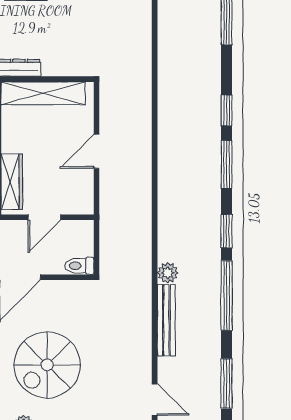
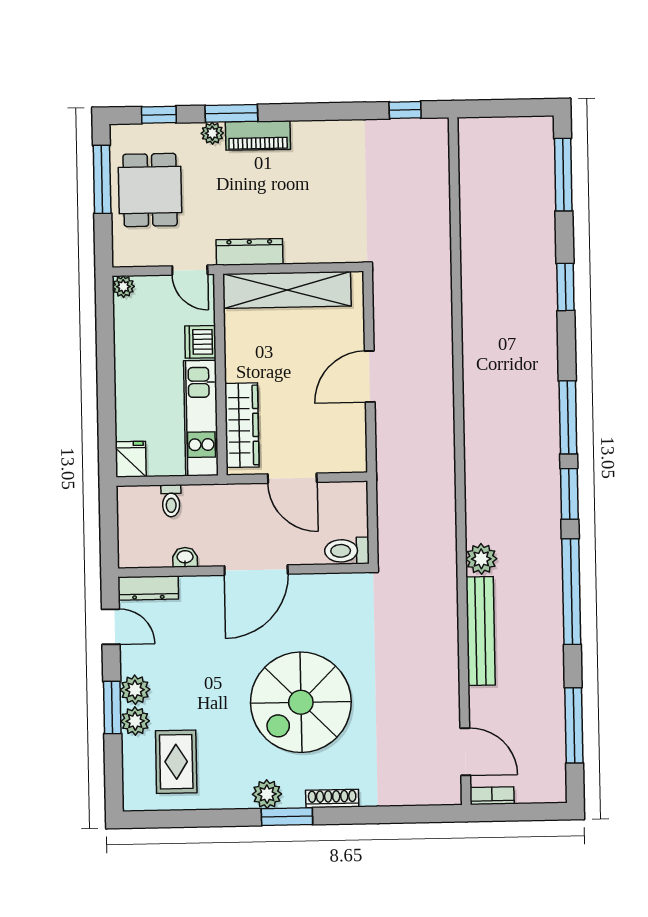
window: (227, 110) -> (565, 287), moved
window: (227, 164) -> (568, 417), moved
door: (44, 217) -> (292, 478), hinge flipped

